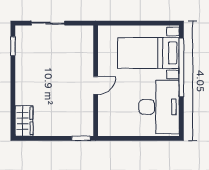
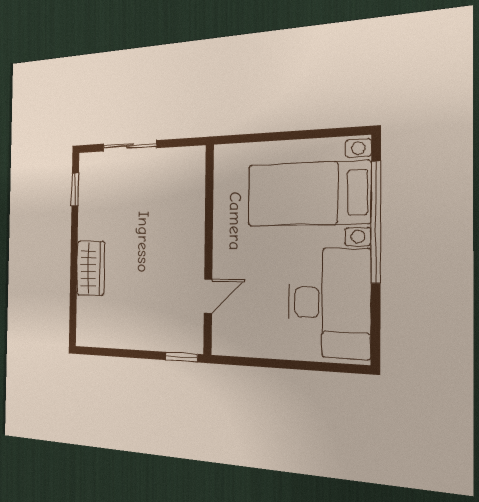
door: (96, 85) -> (208, 296), moved
wardrobe: (24, 121) -> (90, 268), moved

